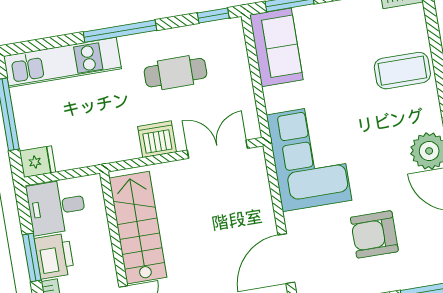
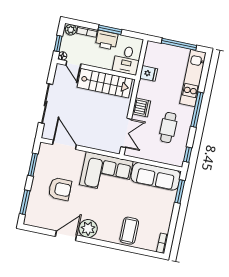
sofa: (276, 47) -> (156, 176), width x1.36
fridge: (38, 162) -> (149, 73), moved, turned -90
desk: (56, 207) -> (127, 60), moved, turned 180
armchair: (374, 234) -> (60, 189), turned 90

